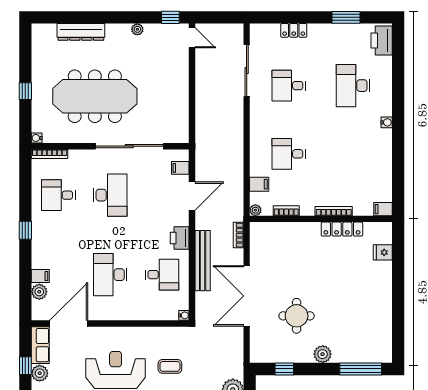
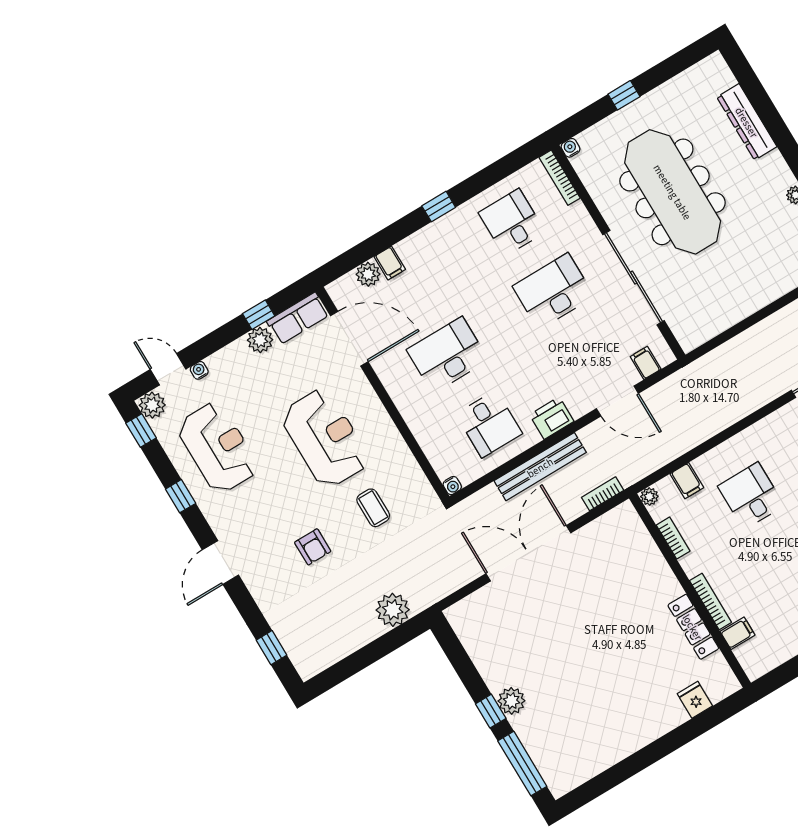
desk: (110, 195) -> (553, 291), turned 180
filing cabinet: (383, 209) -> (738, 633), moved, turned 90
round table: (297, 316) -> (542, 636), removed
window: (284, 369) -> (491, 711), moved

